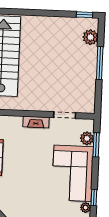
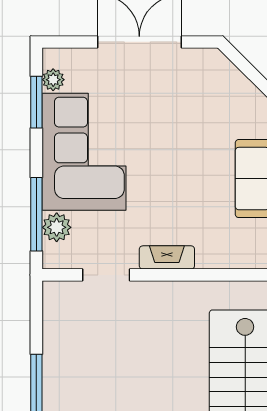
window: (96, 145) -> (36, 214), width x1.44
window: (94, 197) -> (36, 102), width x1.50

